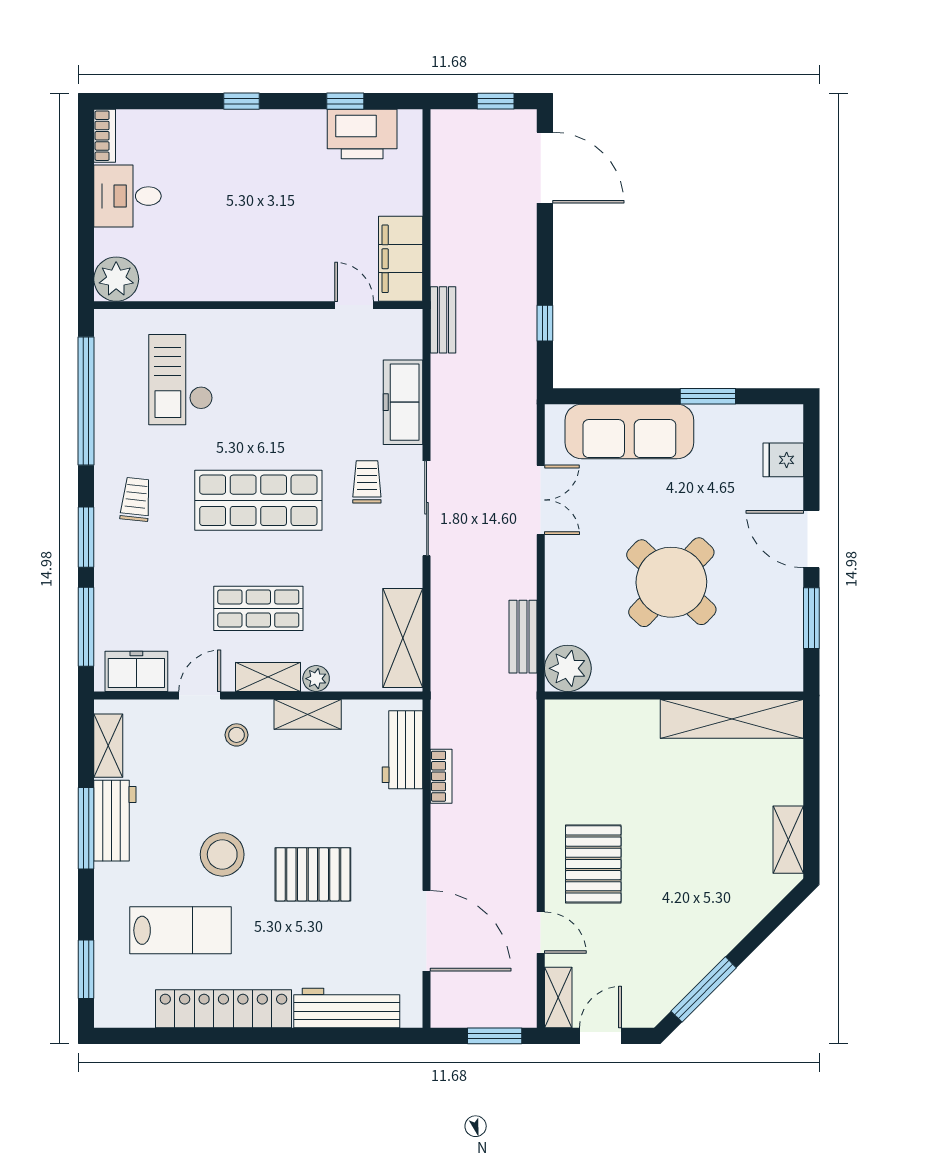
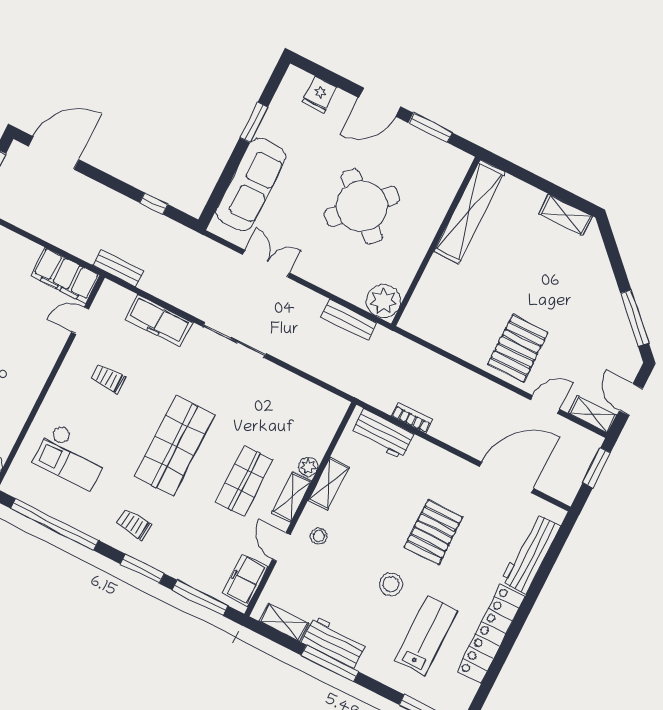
trolley: (367, 482) -> (108, 378), moved
shelving: (403, 638) -> (310, 397), removed
stool: (222, 854) -> (391, 584), width x0.73, depth x0.73
pallet: (593, 864) -> (518, 348), turned 90

